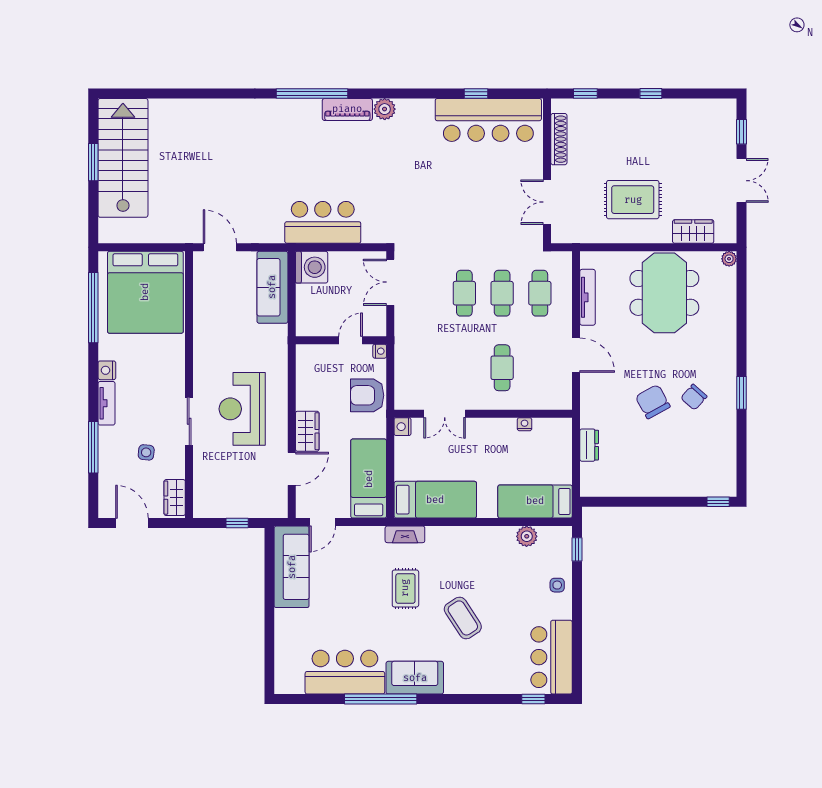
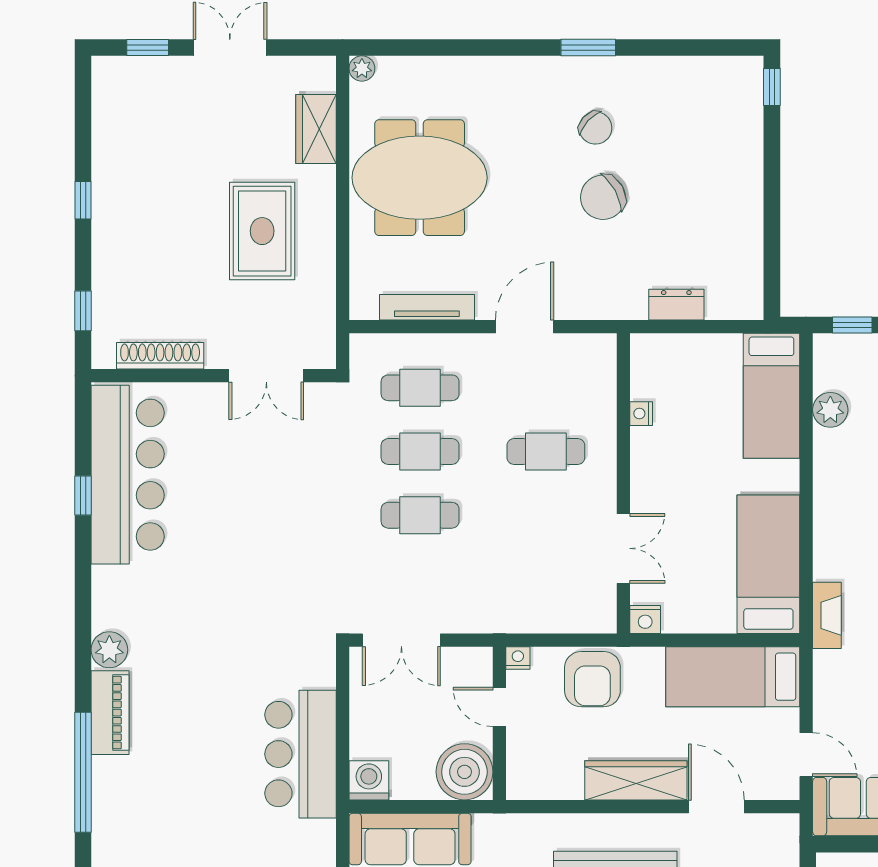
washing machine: (312, 267) -> (369, 780), width x0.73, depth x0.73
boiler: (312, 320) -> (464, 772), added
wardrobe: (307, 431) -> (636, 780), width x1.50

